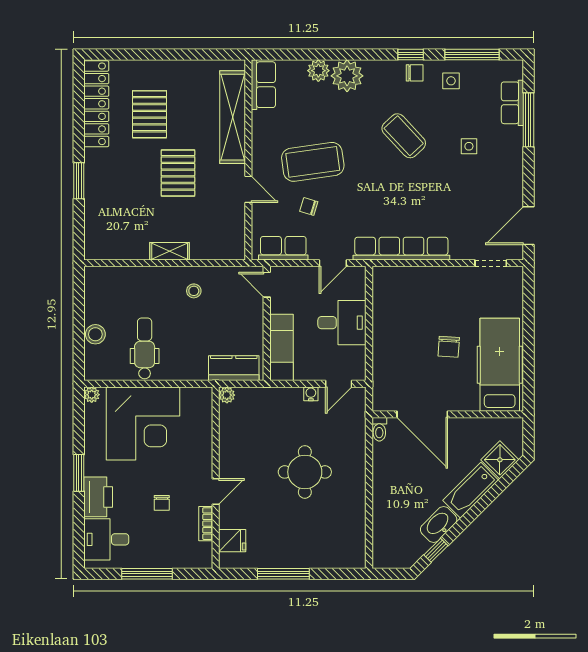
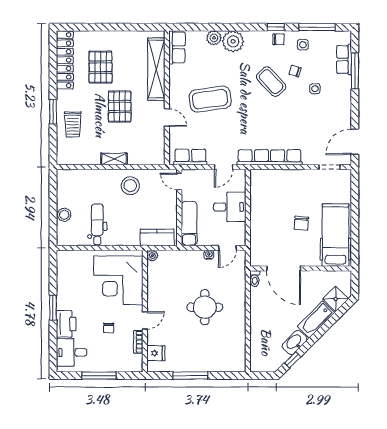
trolley: (108, 200) -> (73, 124), added
chair: (309, 207) -> (295, 71), moved
stool: (194, 291) -> (130, 186), width x1.89, depth x1.89
plant: (92, 395) -> (62, 255), removed
corner desk: (143, 423) -> (118, 280), moved, turned 90

